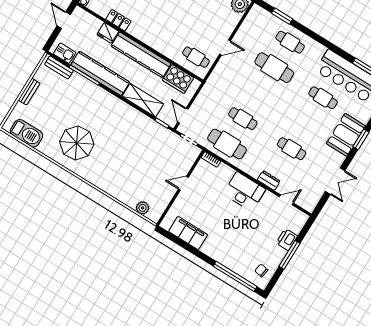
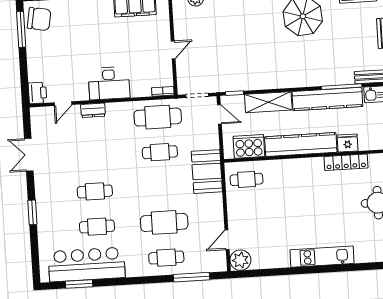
window: (282, 16) -> (192, 277), width x1.44
locker: (118, 20) -> (346, 162), width x1.53
door: (225, 48) -> (227, 240), moved
booth: (346, 135) -> (207, 172), moved
cafe table: (292, 149) -> (95, 191), moved
printer: (287, 239) -> (37, 93), moved
window: (290, 255) -> (21, 29), moved
chair: (261, 270) -> (39, 19), width x1.87, depth x1.87

